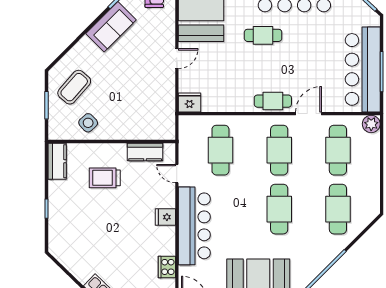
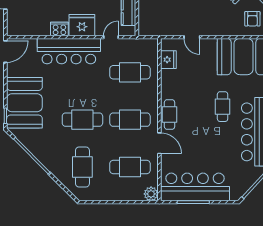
door: (177, 59) -> (192, 37), moved
fridge: (190, 102) -> (168, 60), moved
cafe table: (338, 209) -> (82, 167), turned 90
fridge: (165, 217) -> (82, 25), width x1.88, depth x1.34
cooker: (167, 267) -> (59, 29), moved

